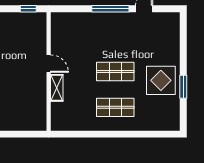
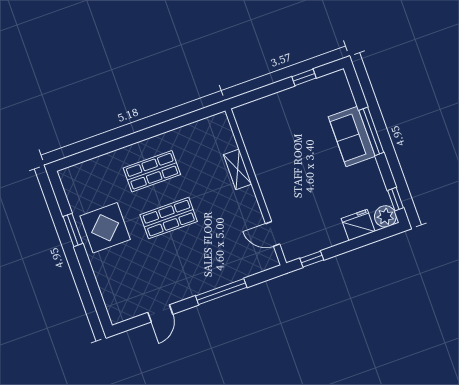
window: (110, 9) -> (221, 292), moved
door: (49, 64) -> (273, 234), moved

